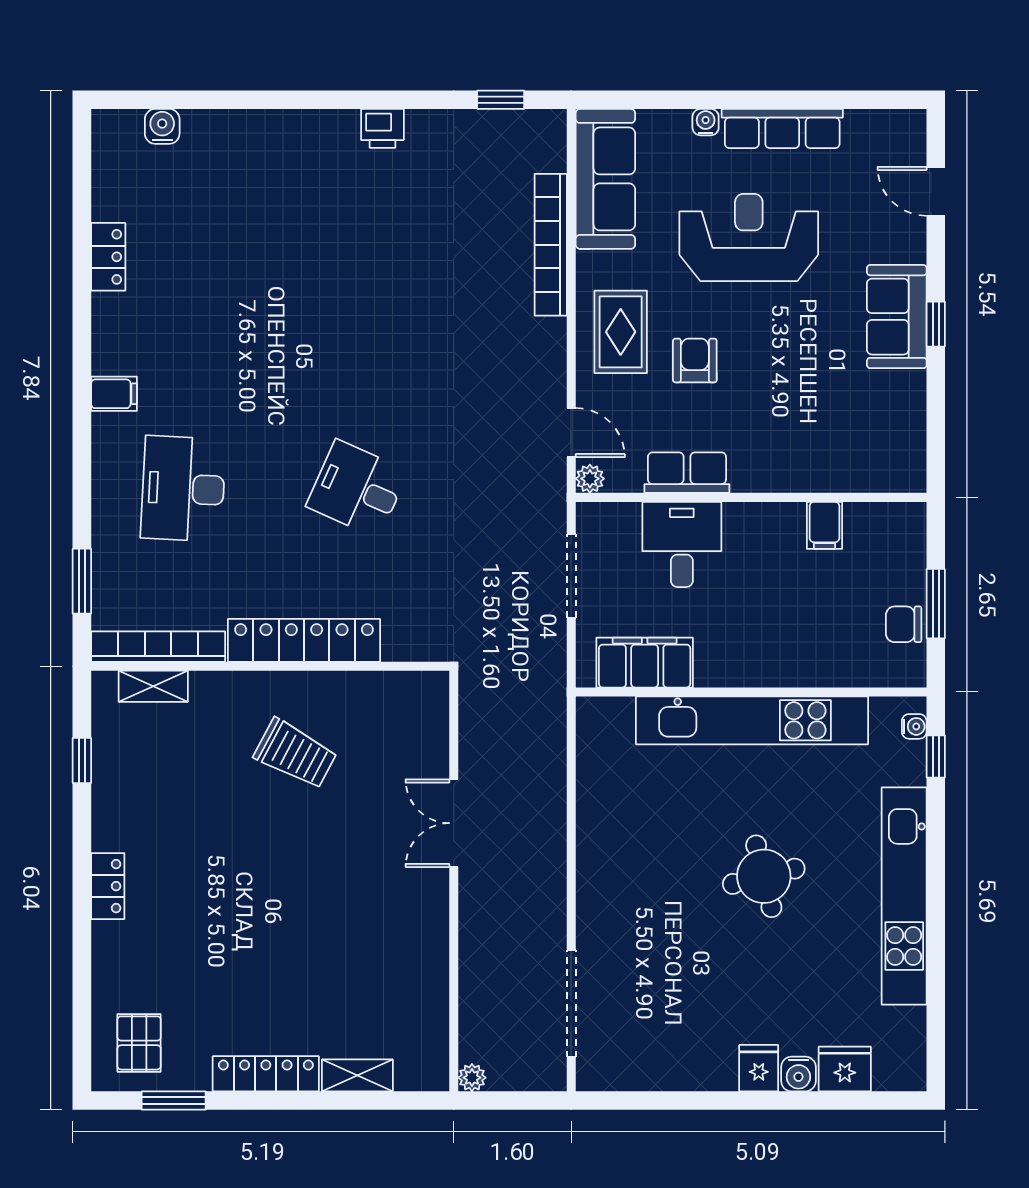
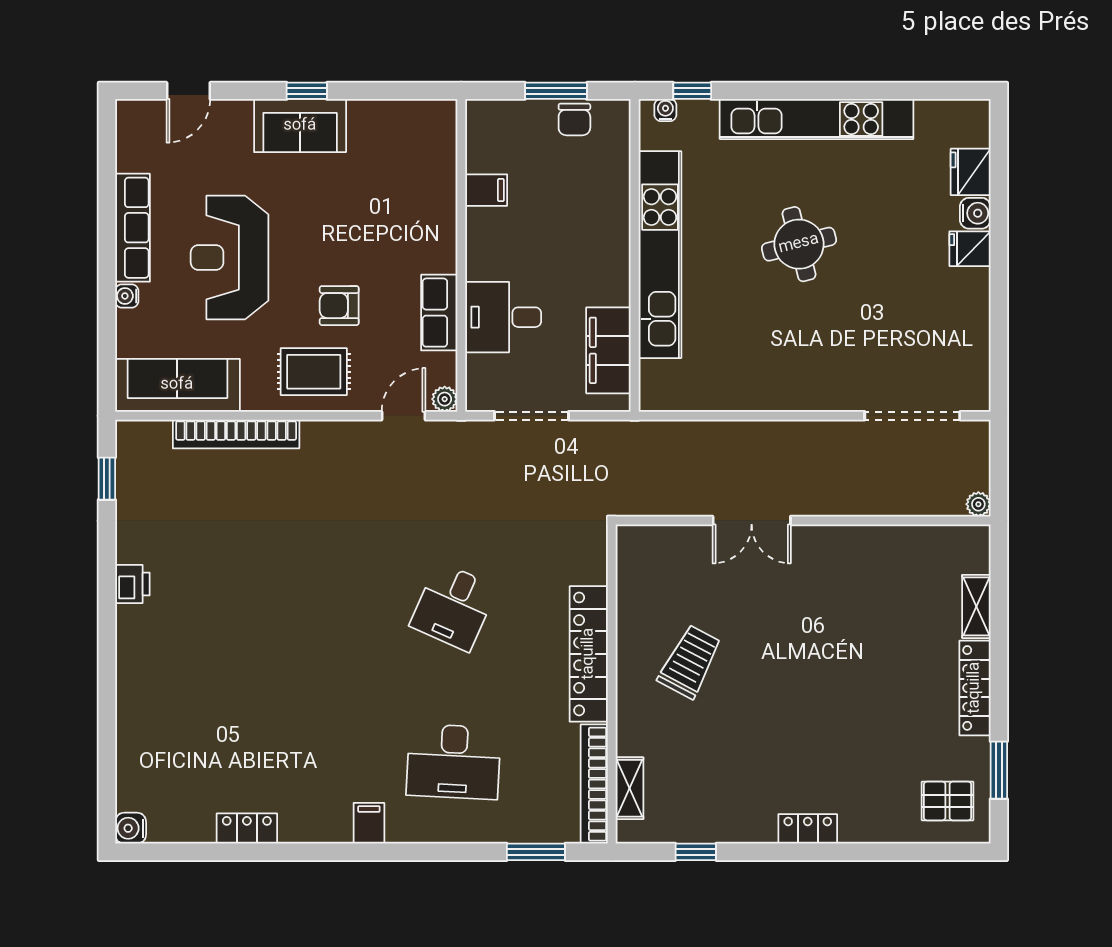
water cooler: (162, 126) -> (131, 828), moved

